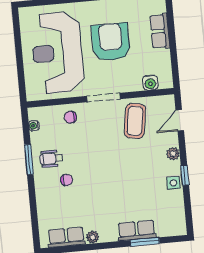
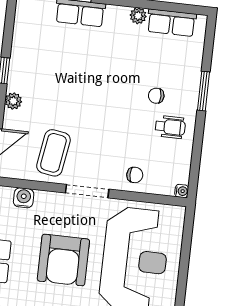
water cooler: (34, 126) -> (182, 191), moved
window: (29, 159) -> (203, 91), moved
side table: (173, 183) -> (21, 64), removed

